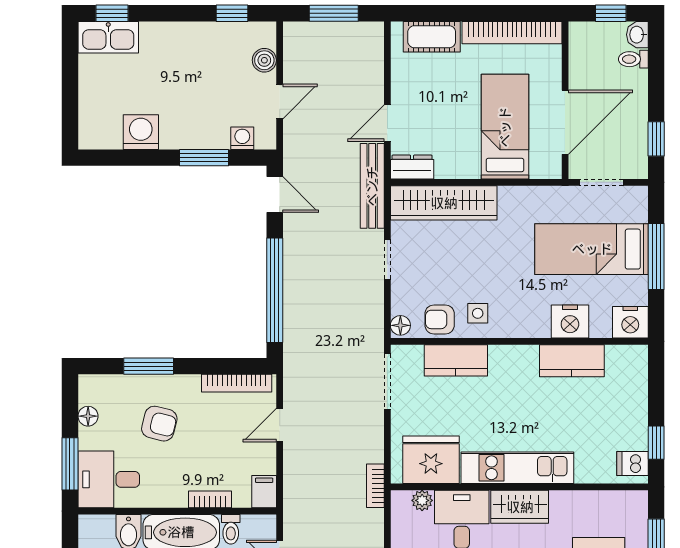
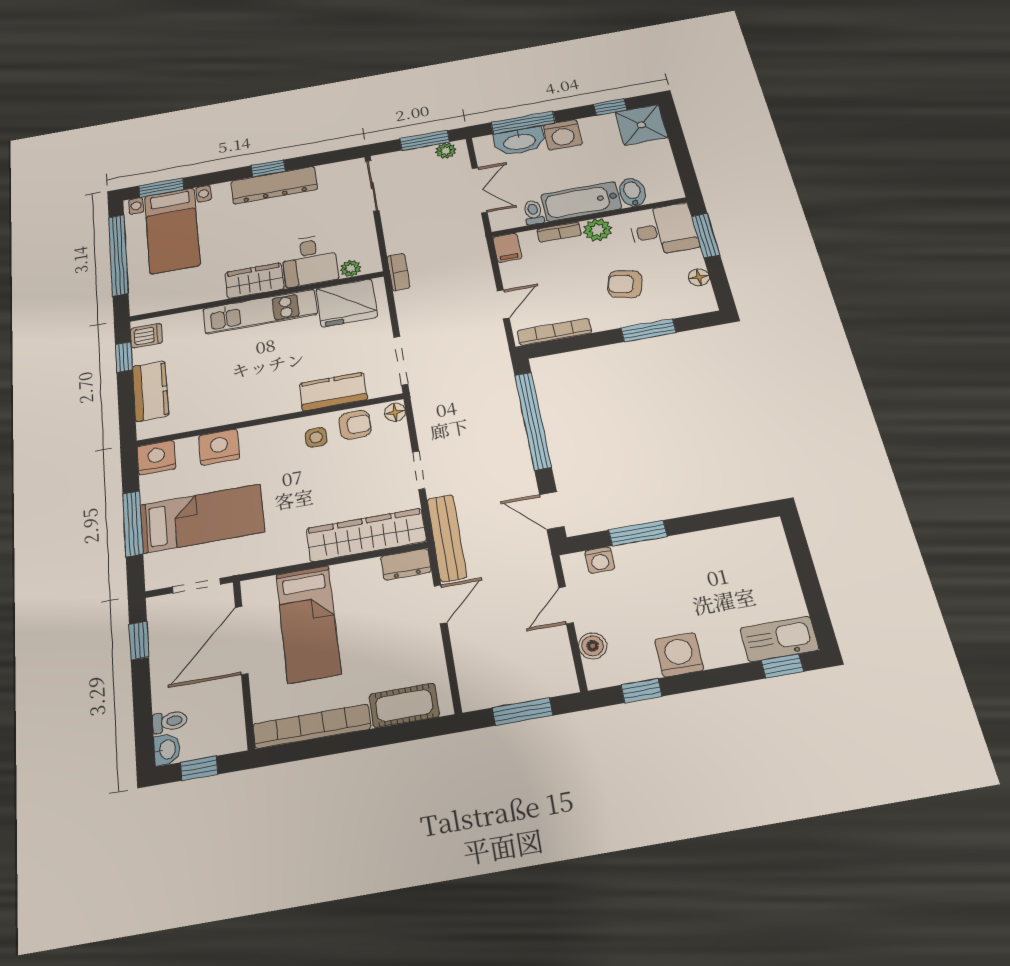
washing machine: (141, 132) -> (679, 655), moved, turned 180
kitchen counter: (572, 361) -> (150, 391), moved, turned 90
plant: (172, 494) -> (598, 230), added

